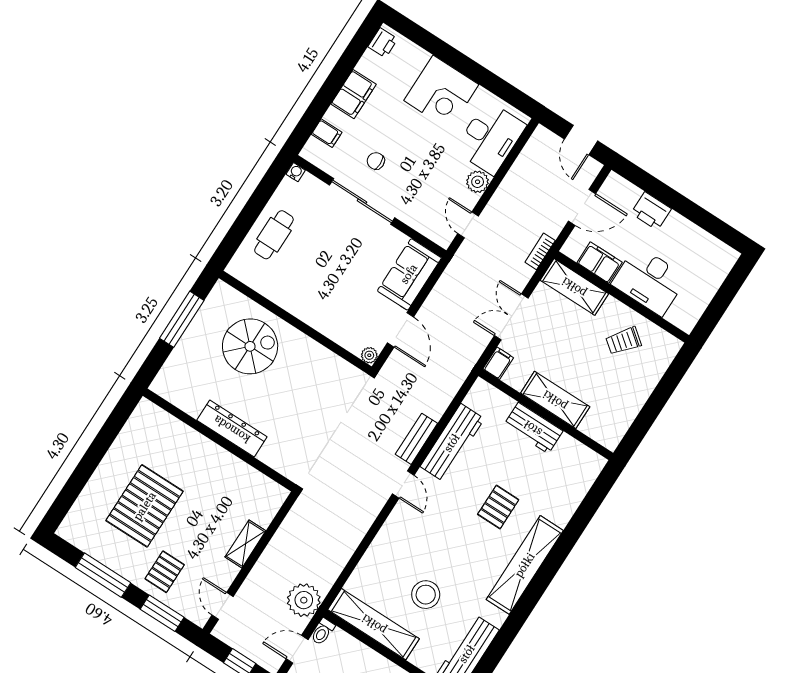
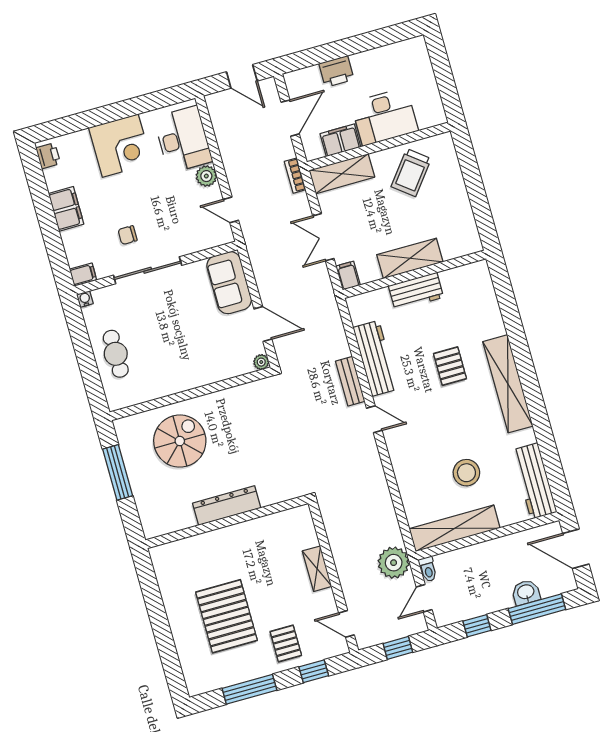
filing cabinet: (327, 133) -> (83, 275), moved
trolley: (624, 341) -> (411, 173), width x1.36, depth x1.39
window: (162, 613) -> (314, 671), width x0.67

